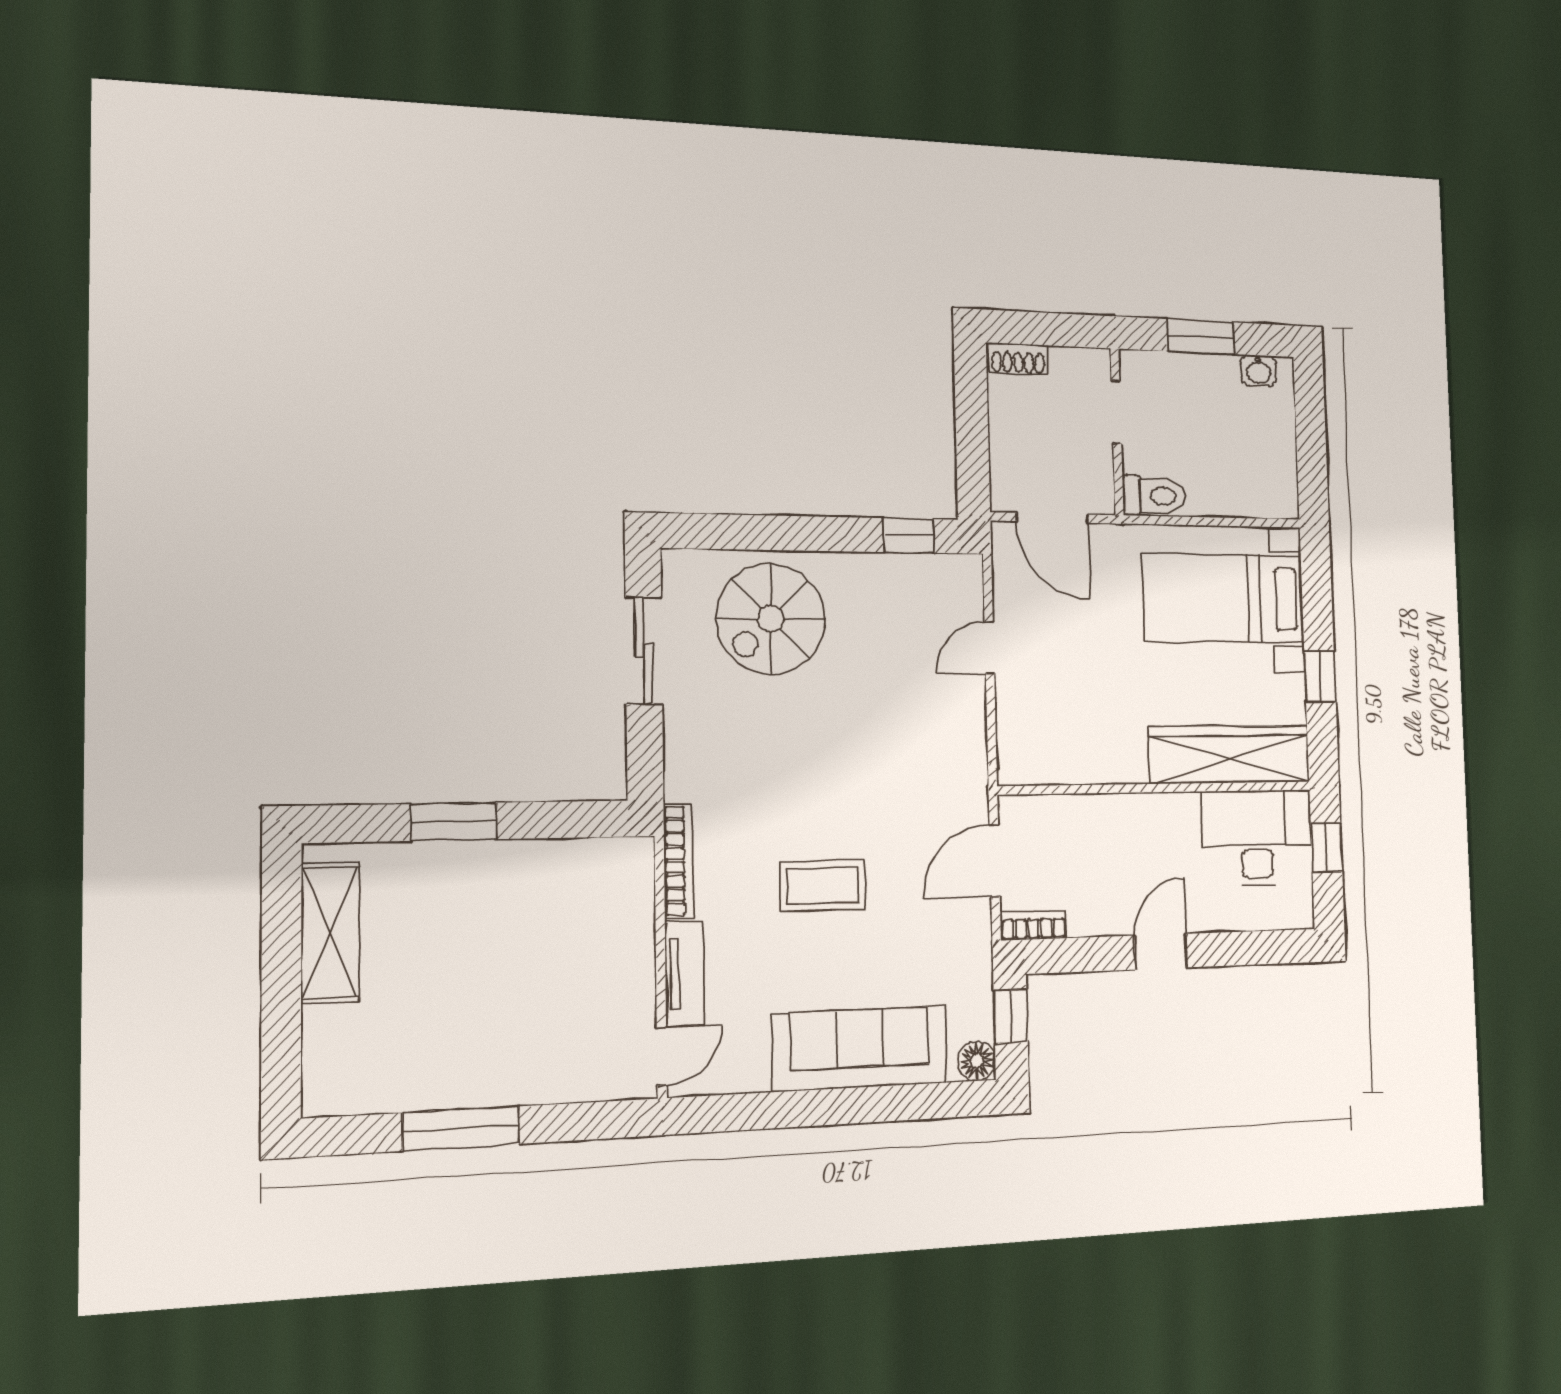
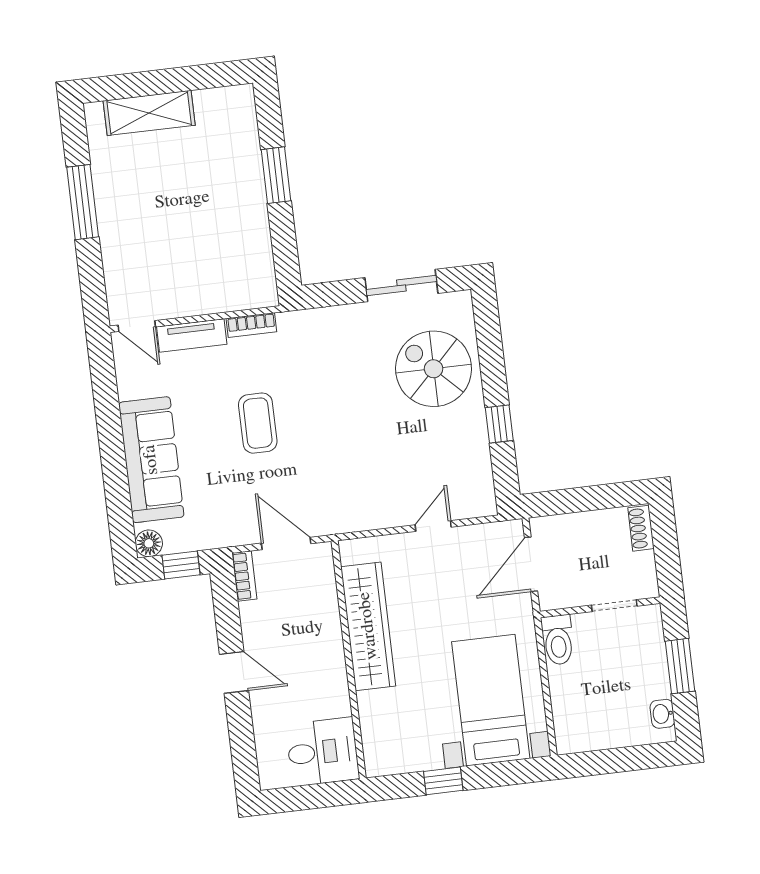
window: (909, 536) -> (499, 424), moved
door: (989, 647) -> (433, 526), hinge flipped
wardrobe: (1229, 755) -> (368, 626), moved
desk: (1257, 838) -> (323, 752), width x0.73
window: (1326, 848) -> (319, 796), removed
bookcase: (678, 861) -> (251, 325), width x0.64
shelving: (330, 932) -> (149, 113), moved

